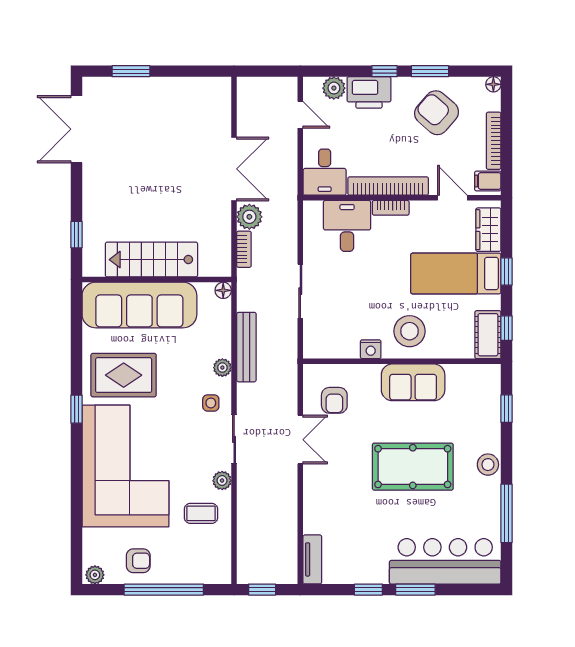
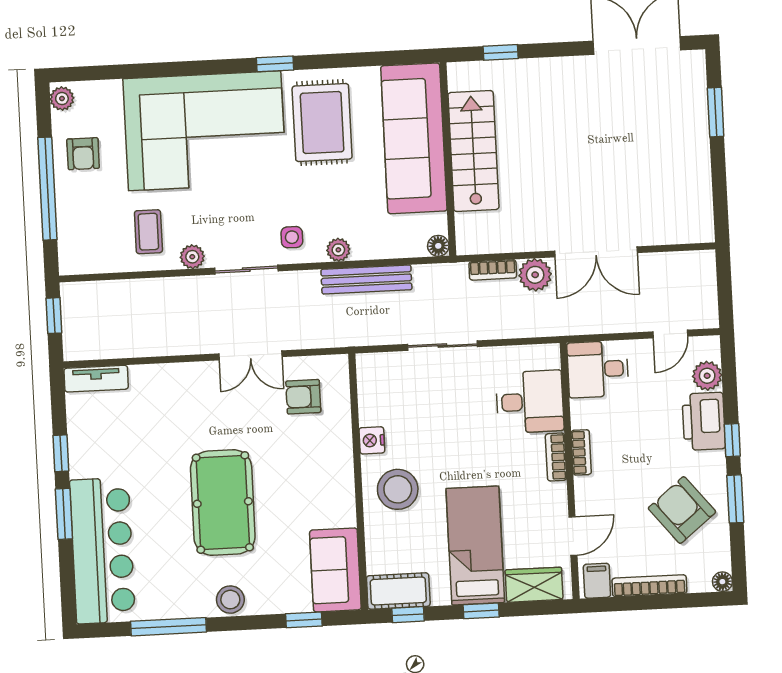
armchair: (437, 113) -> (682, 510), turned -80
bookcase: (388, 186) -> (581, 452), width x0.43, depth x0.76
sofa: (413, 382) -> (335, 570), moved

